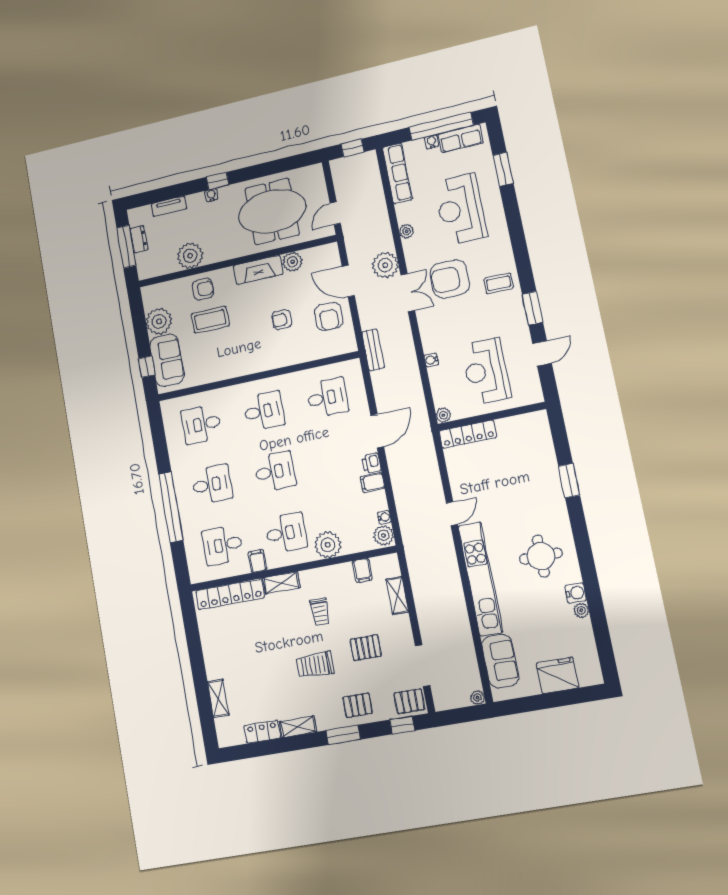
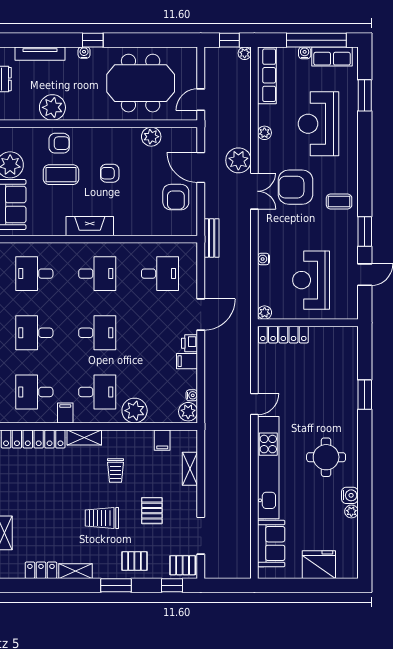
tv unit: (169, 206) -> (40, 54), width x1.41
fireplace: (258, 270) -> (90, 226), moved, turned 180
armchair: (282, 320) -> (110, 173), moved
desk: (212, 484) -> (34, 333), turned 180
pallet: (366, 648) -> (152, 511), turned 90
plant: (478, 698) -> (245, 53), moved

